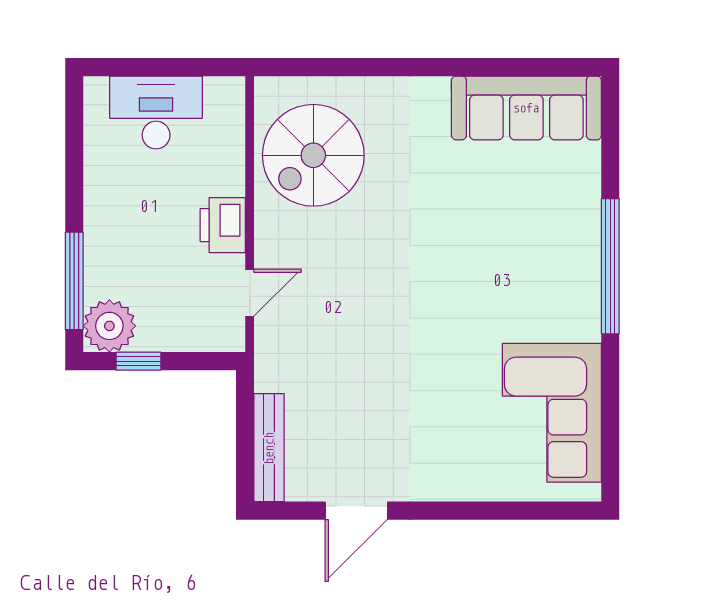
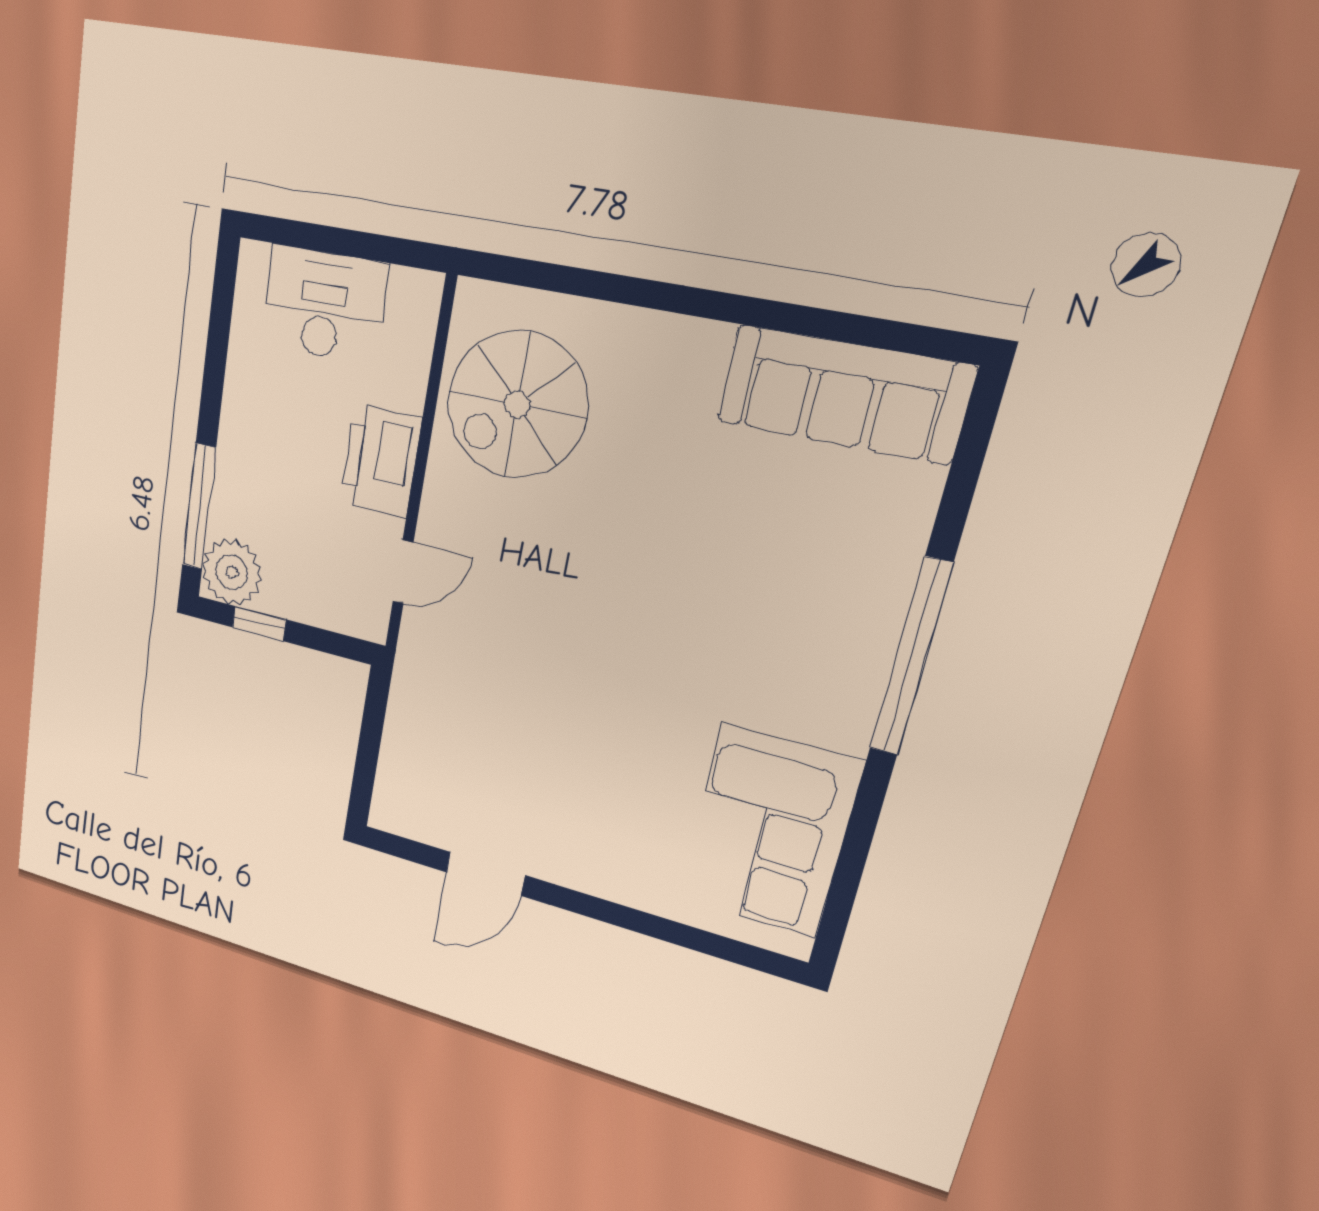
printer: (223, 225) -> (380, 461), width x1.37, depth x1.19
bench: (269, 448) -> (395, 769), removed

